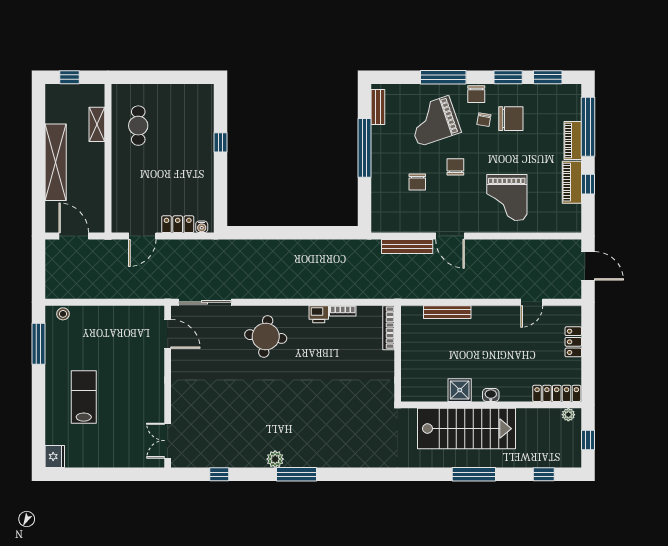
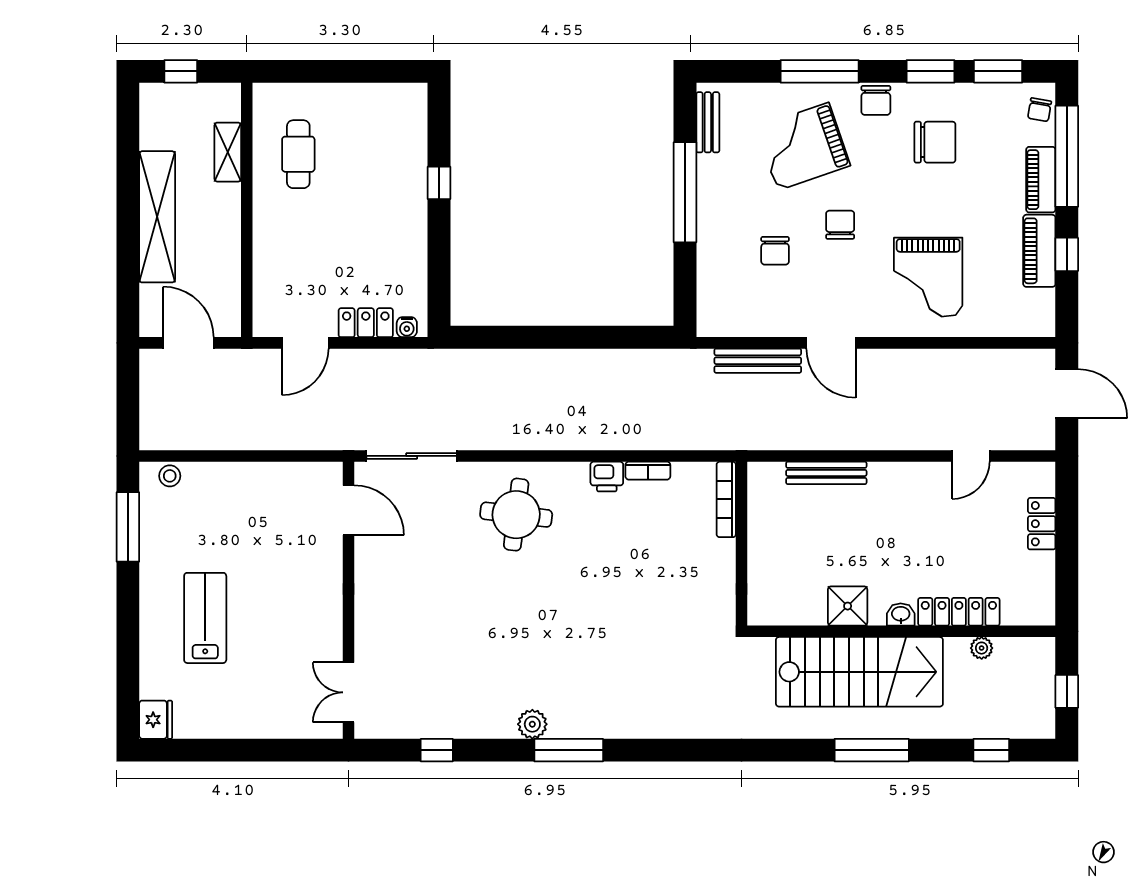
chair: (484, 120) -> (1040, 110), moved
locker: (557, 393) -> (959, 612), moved
plant: (568, 415) -> (982, 648), moved

